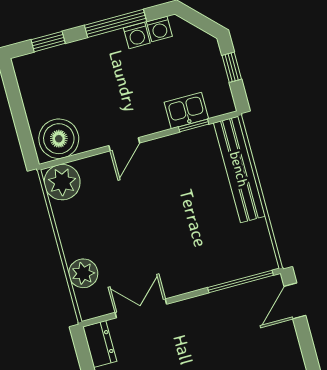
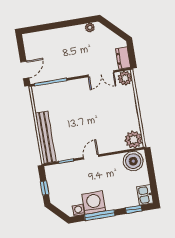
washing machine: (137, 36) -> (94, 203), width x1.89, depth x1.89
kitchen sink: (186, 110) -> (145, 195), moved, turned 90
door: (124, 144) -> (91, 157), moved
plant: (83, 273) -> (125, 78), moved

